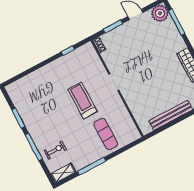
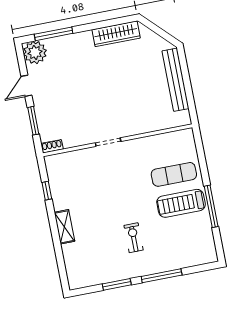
treadmill: (83, 100) -> (181, 203), moved
exercise bike: (55, 150) -> (134, 238), moved
shelving: (63, 173) -> (64, 227), moved

